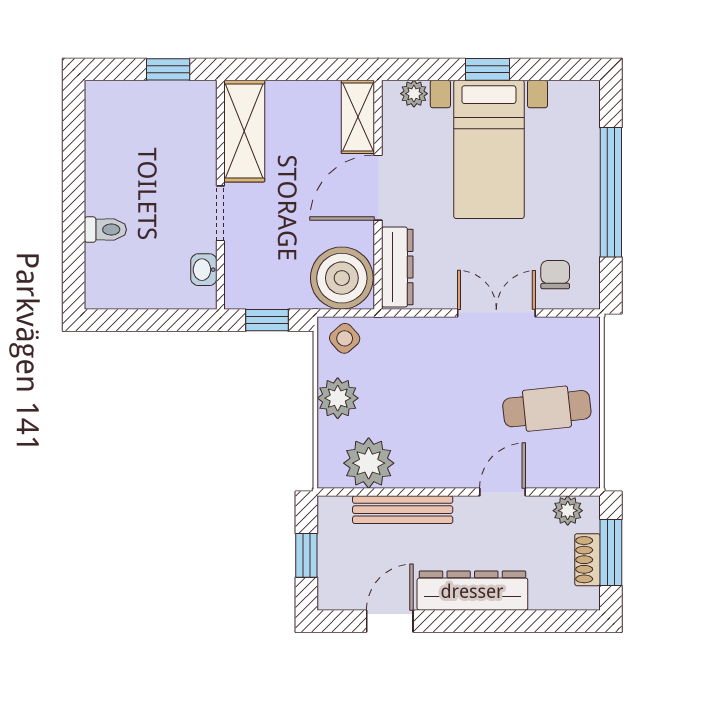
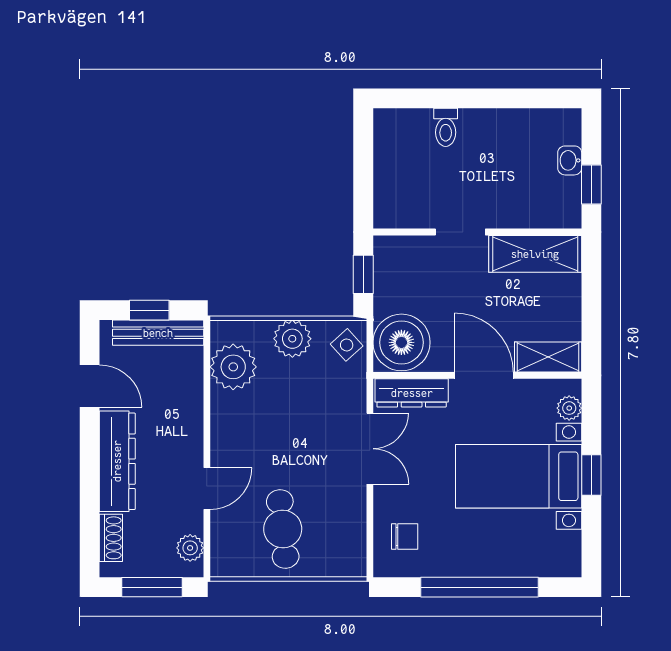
washbasin: (204, 270) -> (570, 160), moved, turned -90
double door: (496, 313) -> (370, 449), moved
door: (502, 492) -> (207, 489), hinge flipped
bench: (403, 510) -> (158, 333), moved, turned 90
shoe rack: (587, 560) -> (111, 538), moved, turned 90

